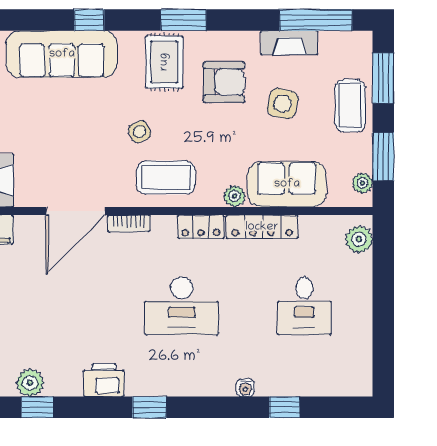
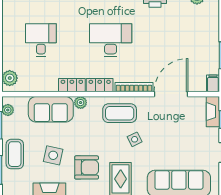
armchair: (224, 82) -> (87, 167), turned 180
bookcase: (129, 223) -> (134, 87), width x1.56
locker: (262, 227) -> (72, 85), width x0.66

